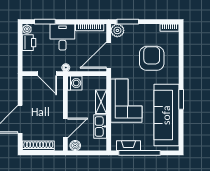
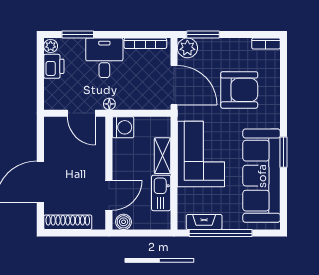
door: (109, 55) -> (174, 85), swing flipped
armchair: (152, 58) -> (239, 90), turned 90

